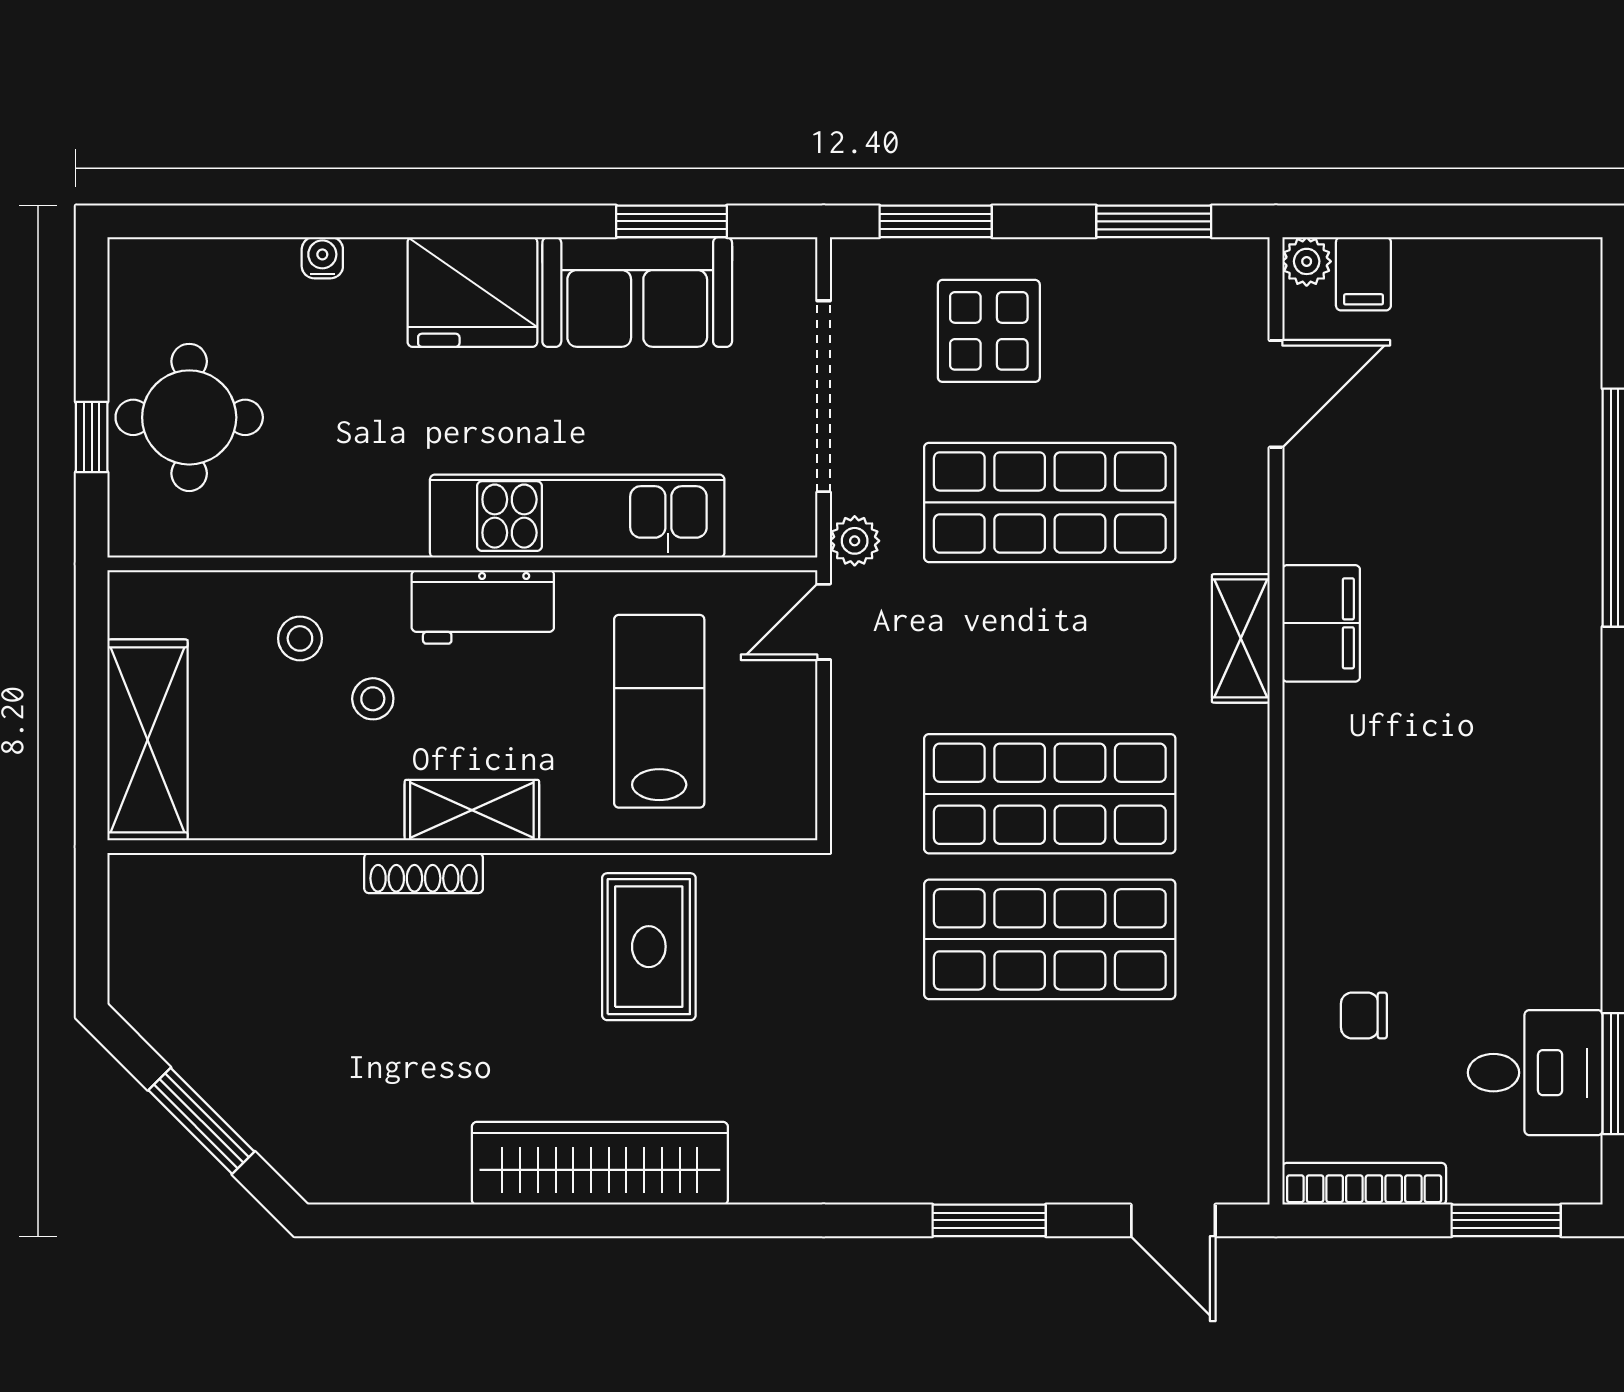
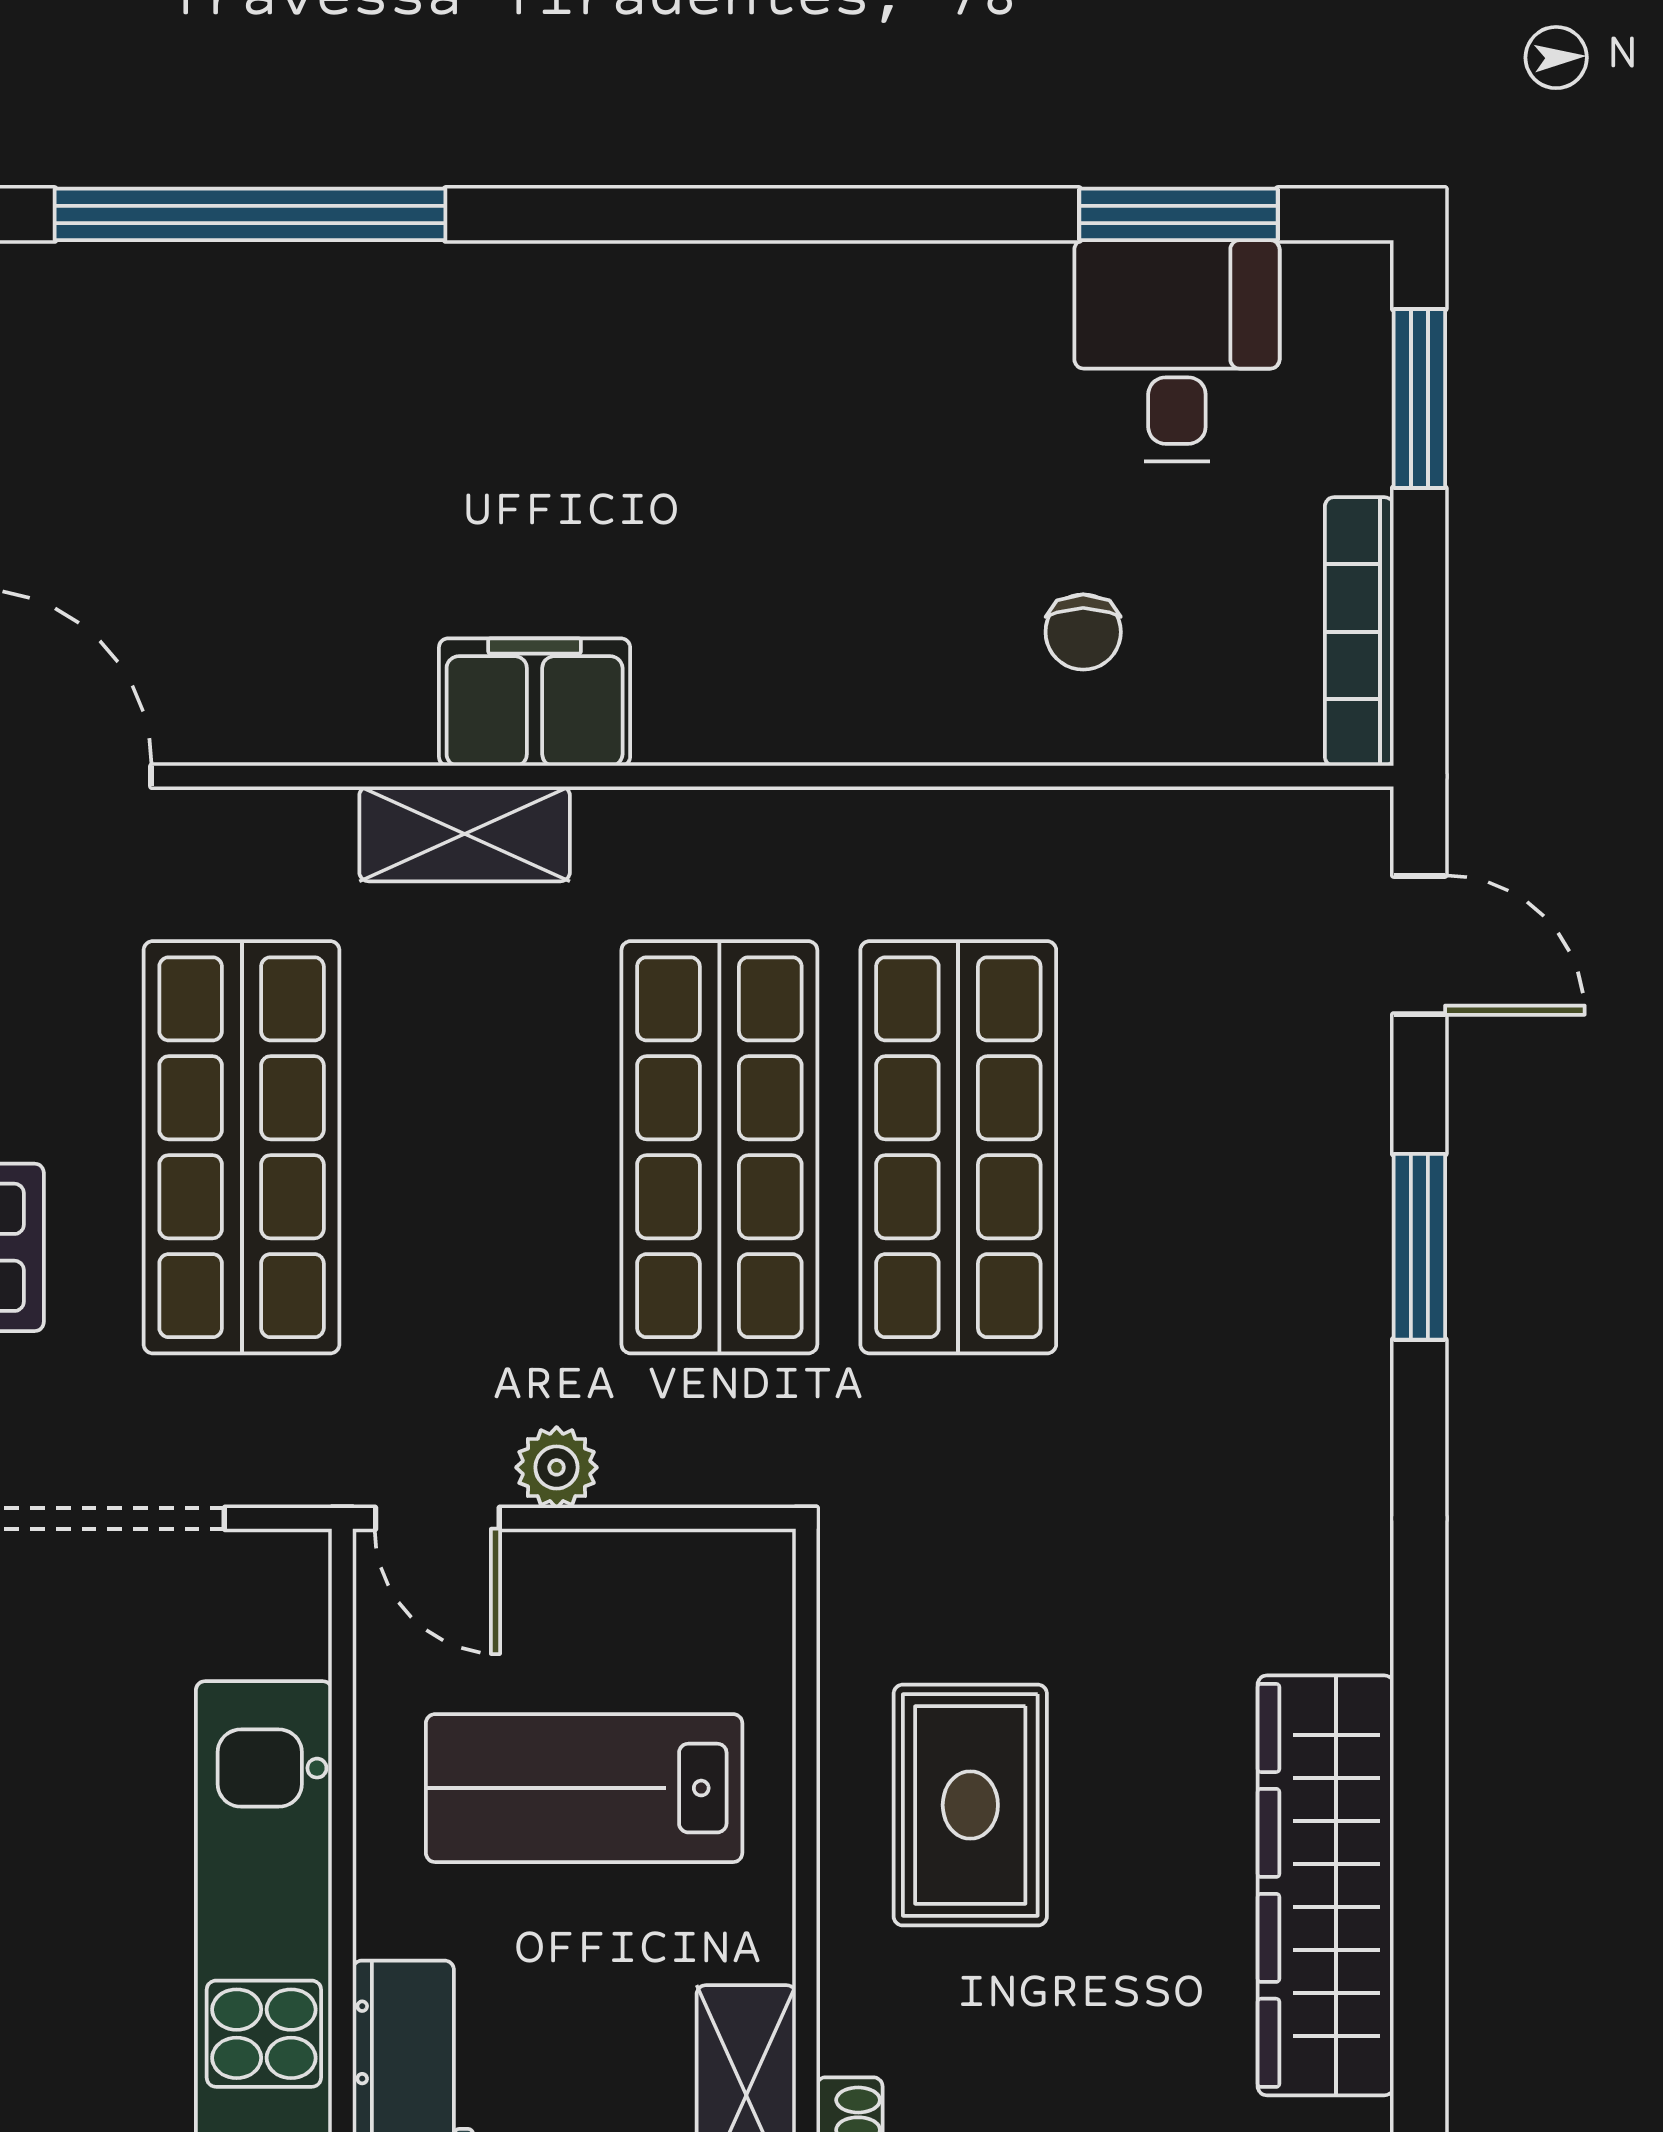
plant: (855, 541) -> (557, 1467), moved
filing cabinet: (1321, 623) -> (535, 702), moved
rug: (649, 947) -> (970, 1805), turned 90
door: (1173, 1220) -> (1419, 945), hinge flipped

